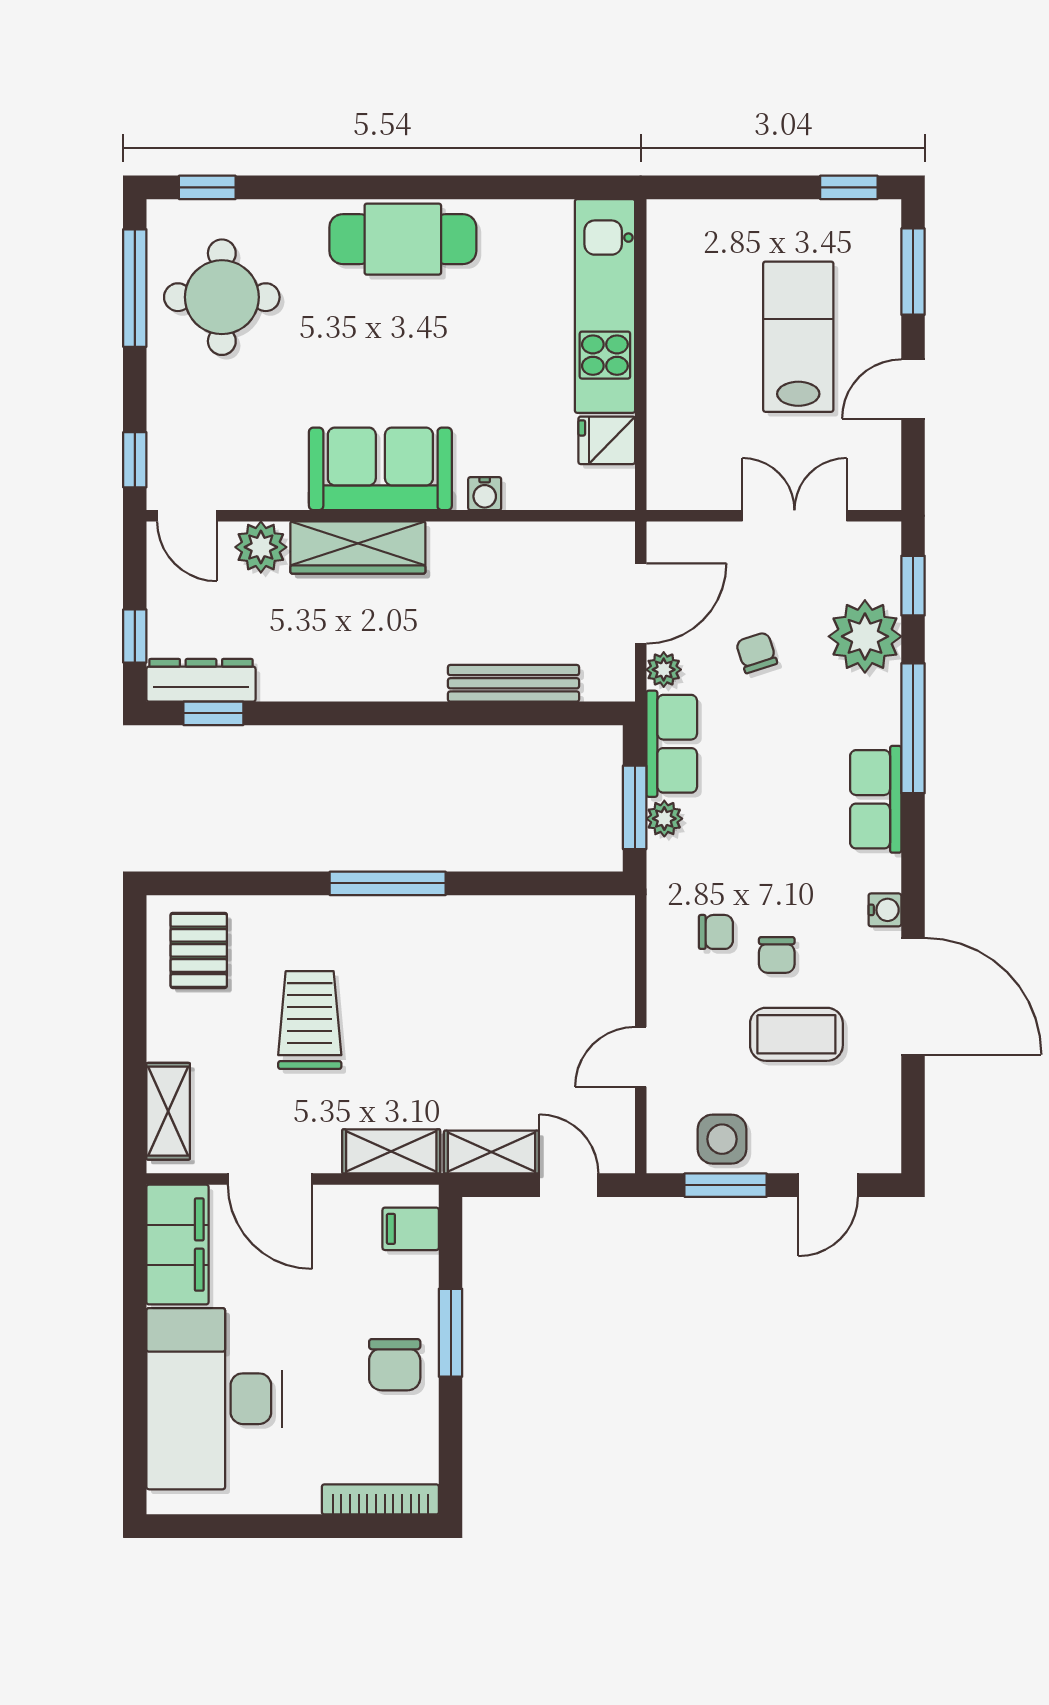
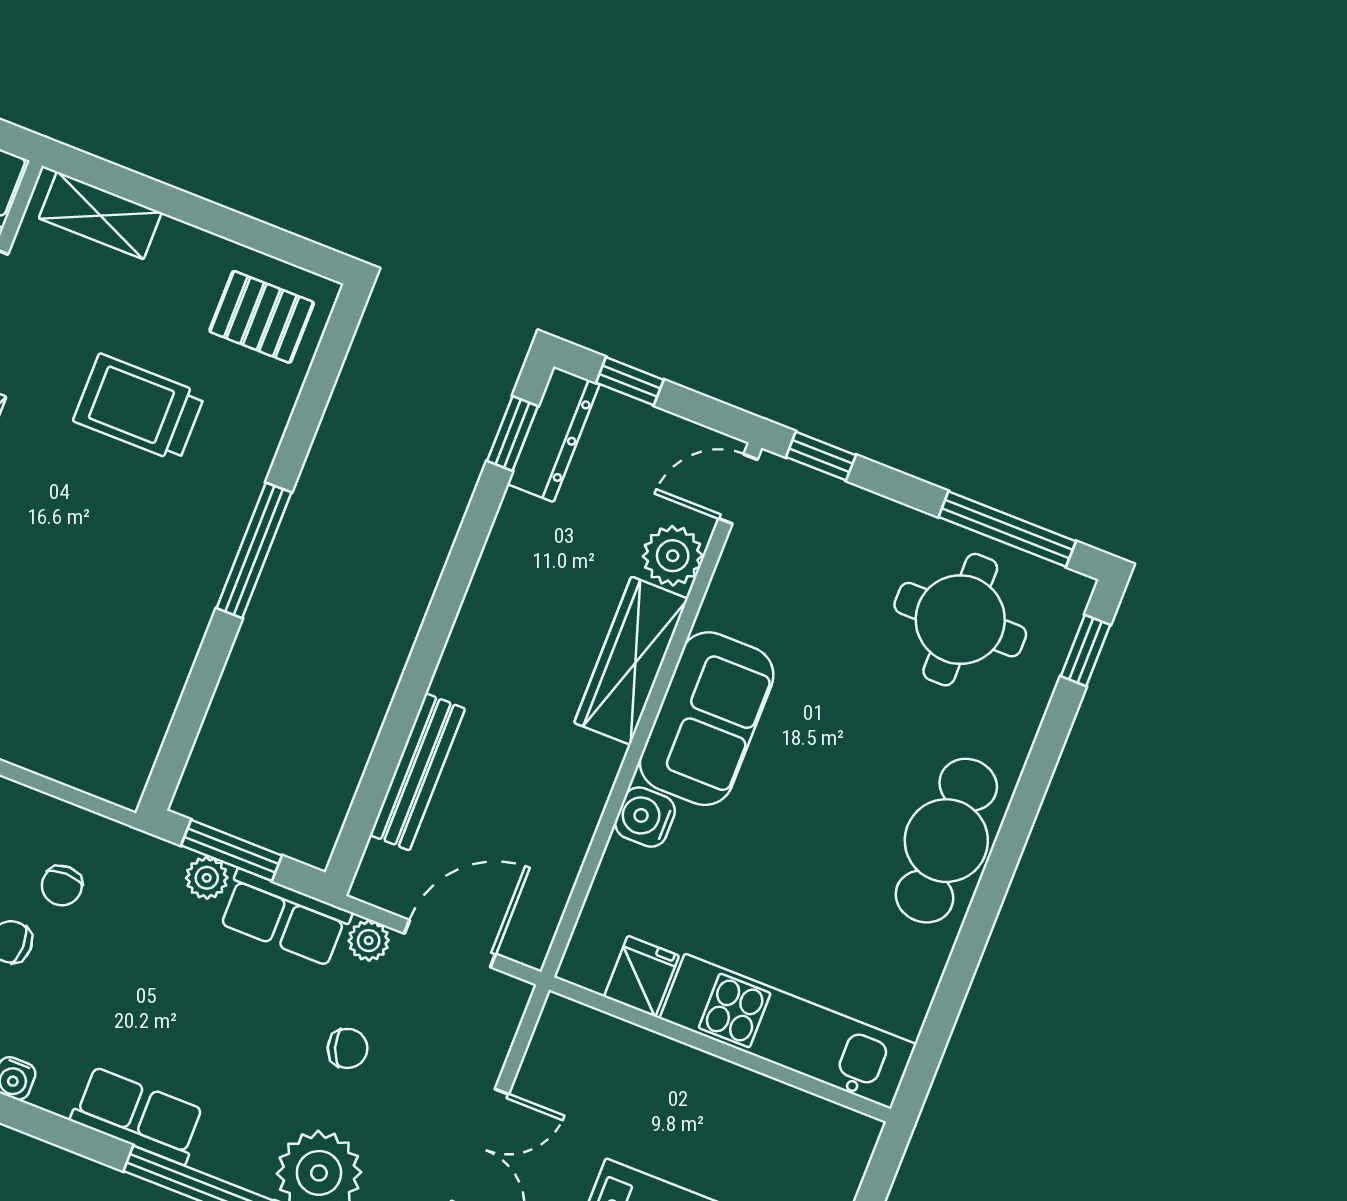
water cooler: (485, 494) -> (645, 817), width x1.38, depth x1.38
door: (641, 604) -> (450, 944), swing flipped
trolley: (310, 1020) -> (139, 408), turned 180

